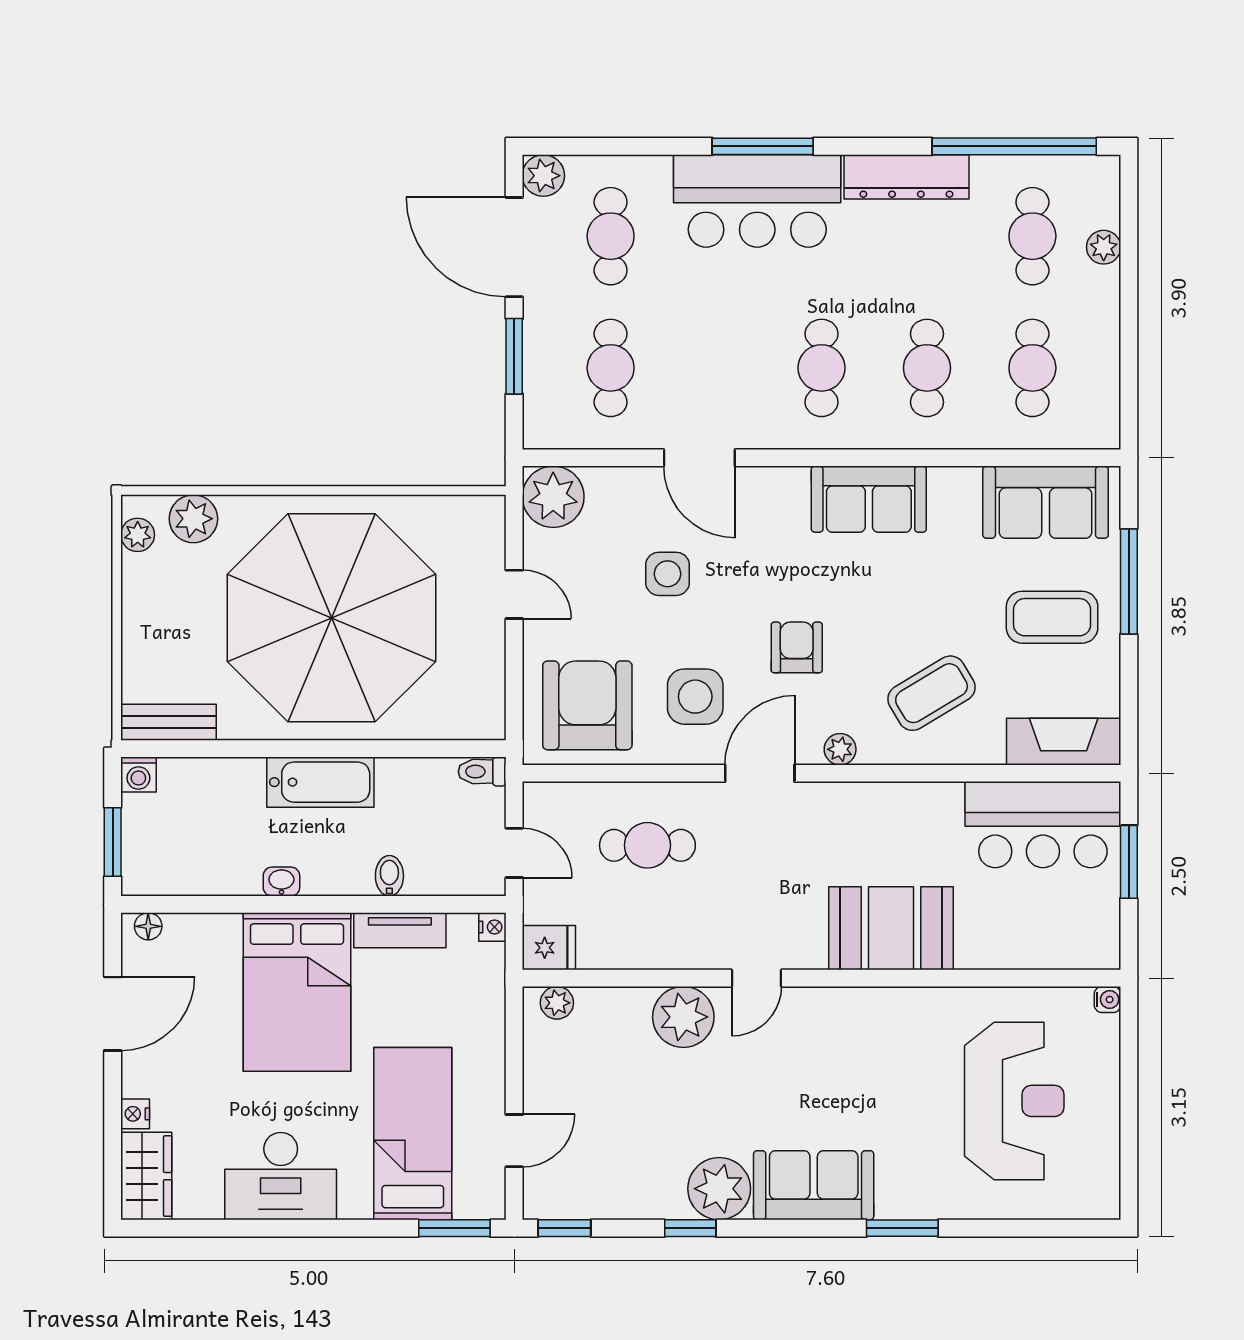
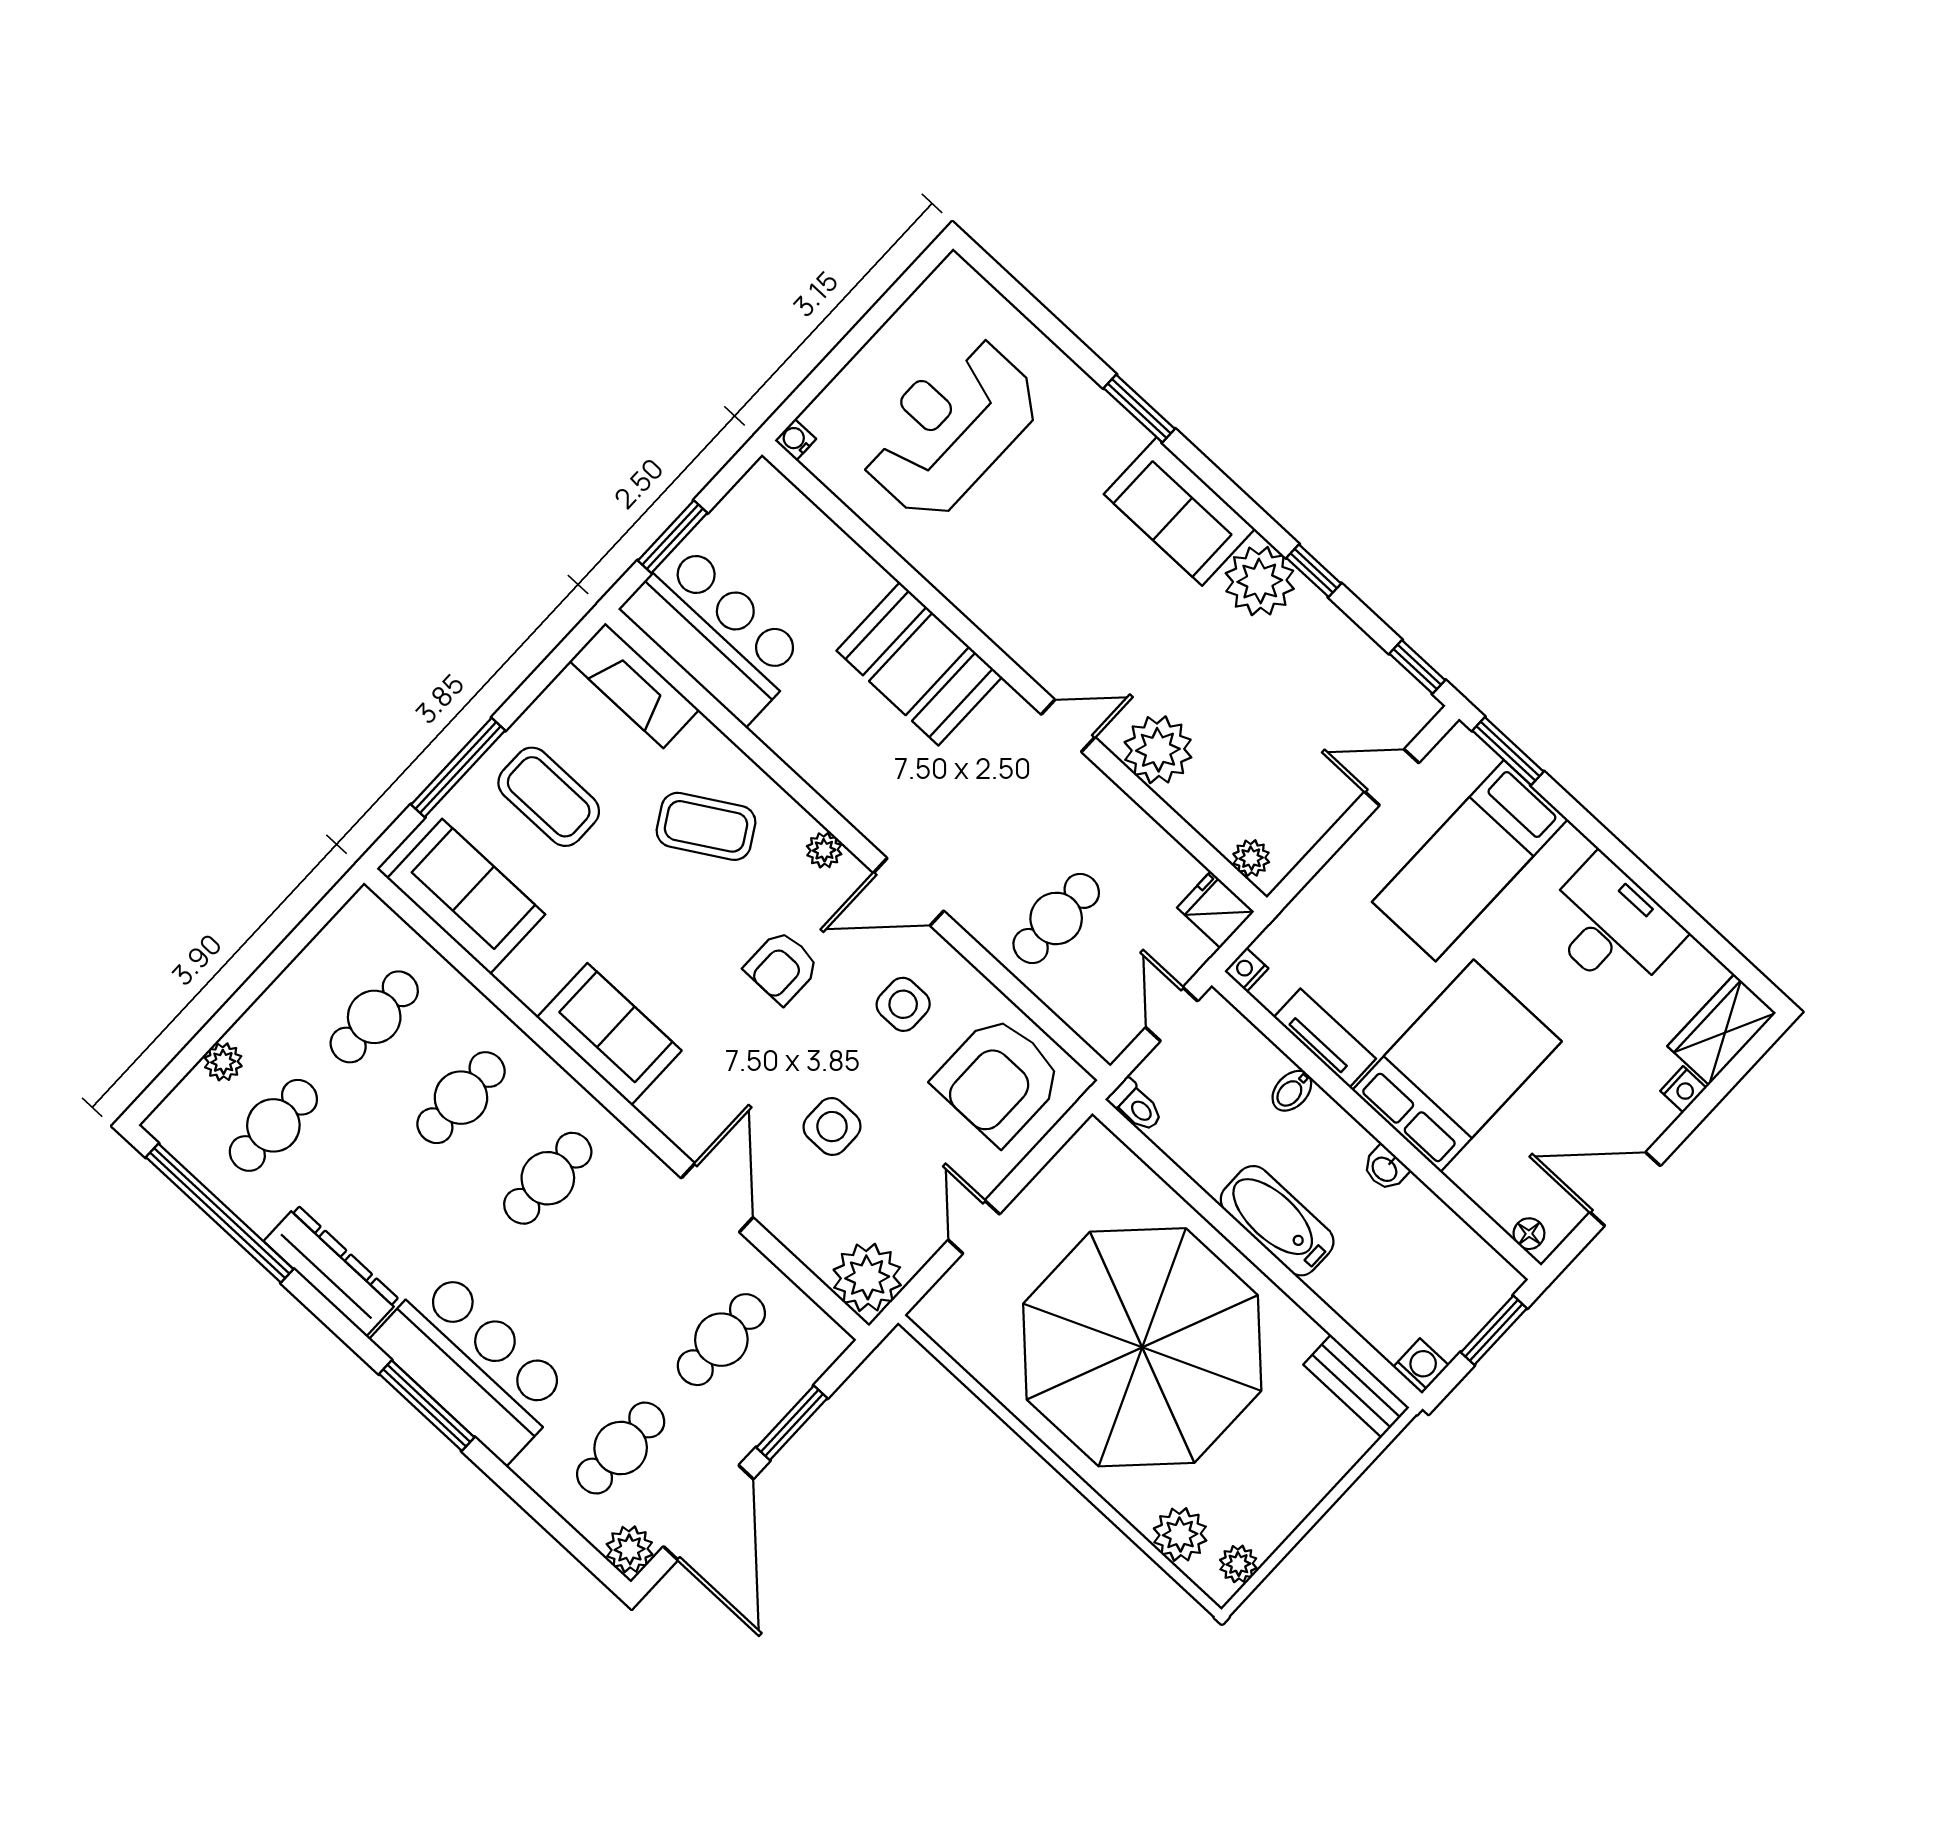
side table: (695, 697) -> (903, 1004), width x0.73, depth x0.73
cafe table: (647, 845) -> (1056, 918), turned 90

